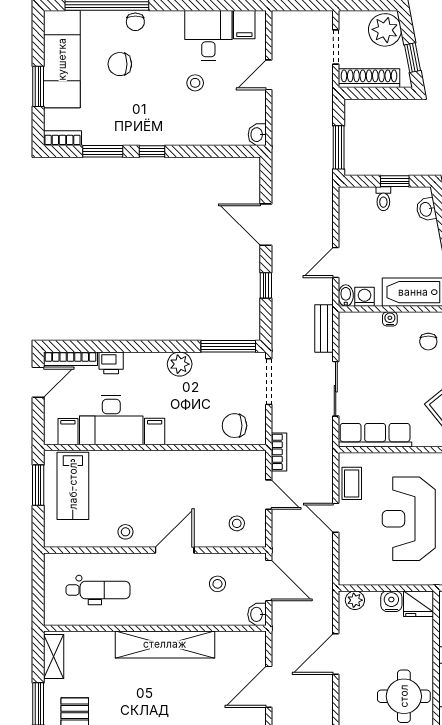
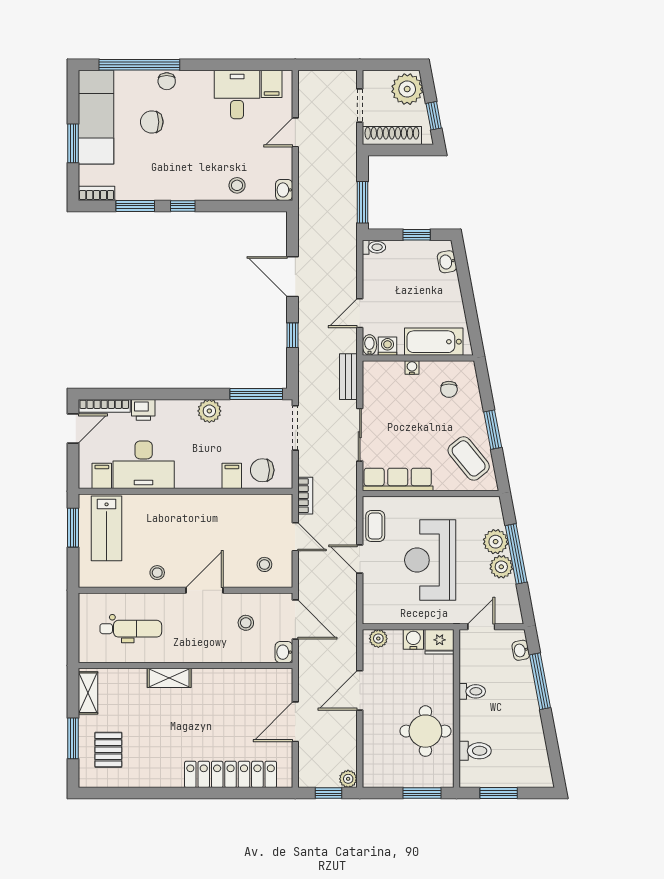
stool: (195, 83) -> (237, 185), moved
toilet: (383, 199) -> (374, 247), moved, turned -90
filing cabinet: (155, 431) -> (232, 476), moved
shelving: (165, 644) -> (169, 678), width x0.45, depth x0.75

